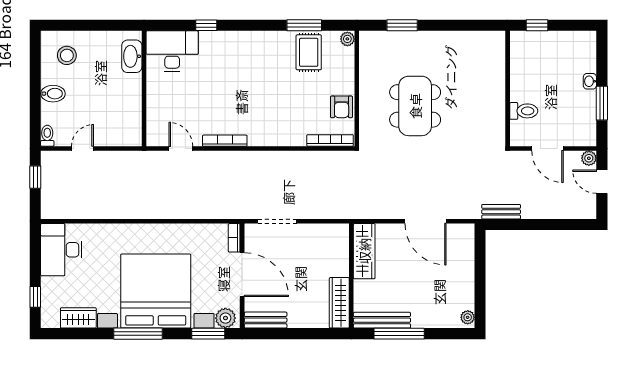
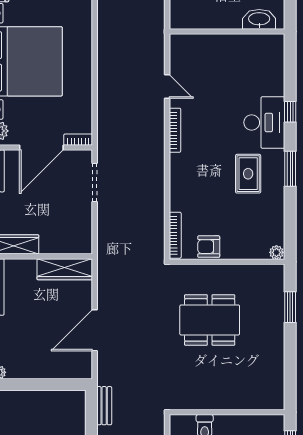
window: (304, 25) -> (290, 169), moved
desk: (172, 51) -> (264, 122), moved
rug: (309, 52) -> (248, 174), moved, turned 90
washbasin: (132, 56) -> (259, 19), moved
wall: (144, 89) -> (227, 32), moved
door: (181, 149) -> (167, 86), hinge flipped

